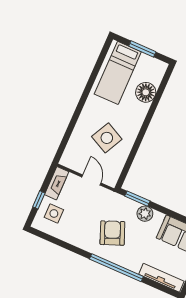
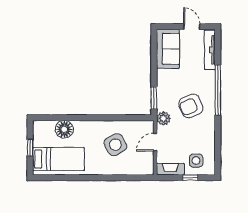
window: (142, 49) -> (30, 148), width x0.67
side table: (107, 138) -> (115, 145), turned 34
plant: (145, 214) -> (163, 118), moved

